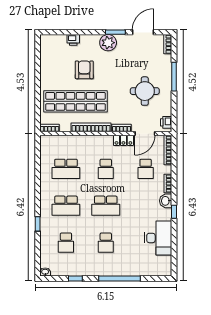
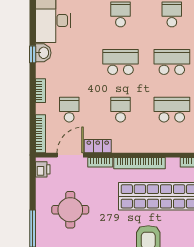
washbasin: (166, 201) -> (43, 53), moved

